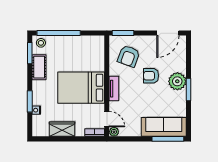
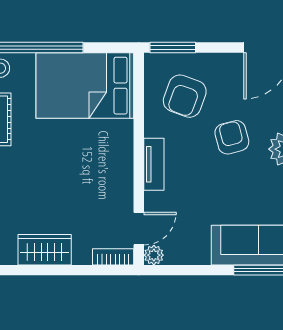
armchair: (151, 76) -> (232, 137), turned 75
bed: (81, 88) -> (85, 86), moved
door: (107, 119) -> (139, 229), hinge flipped

